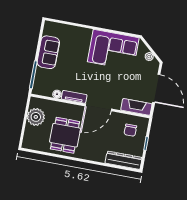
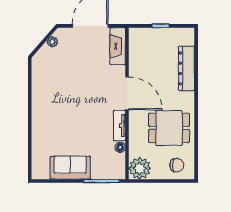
corner sofa: (113, 50) -> (52, 88), removed
plant: (36, 117) -> (140, 168), moved
chair: (130, 130) -> (177, 165), moved
dresser: (124, 160) -> (187, 68), moved

